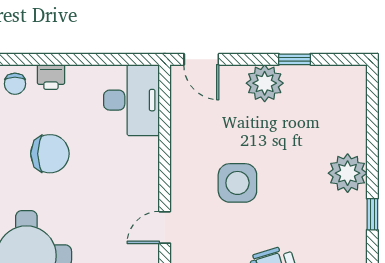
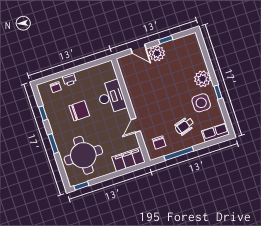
door: (201, 59) -> (138, 49), moved
desk: (131, 100) -> (111, 97), moved
side table: (237, 183) -> (201, 103), moved

